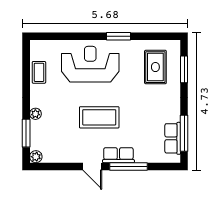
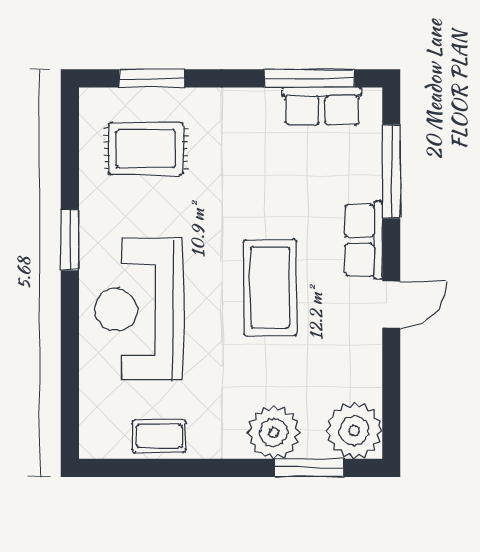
plant: (35, 114) -> (274, 432), width x1.88, depth x1.88
plant: (36, 157) -> (354, 431), width x1.87, depth x1.87
window: (129, 166) -> (391, 172), moved

